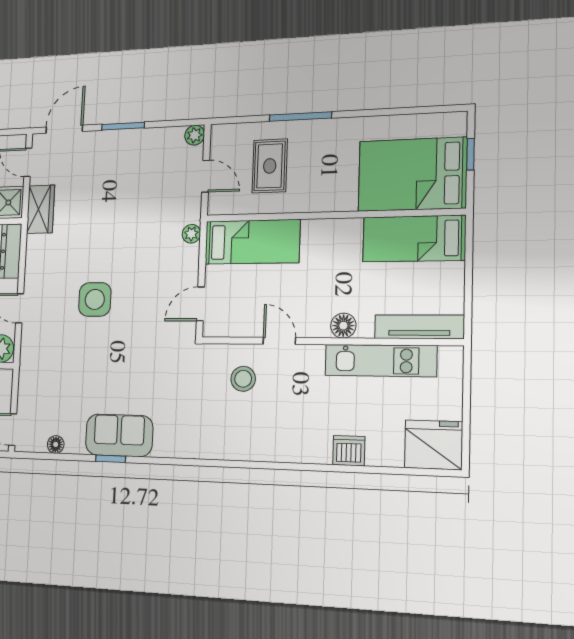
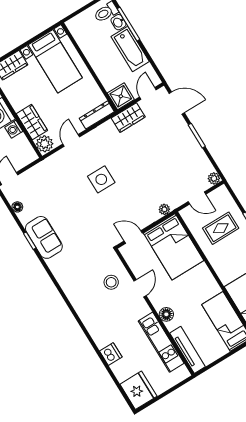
door: (206, 176) -> (197, 198), hinge flipped
bed: (252, 242) -> (174, 247), width x1.50

